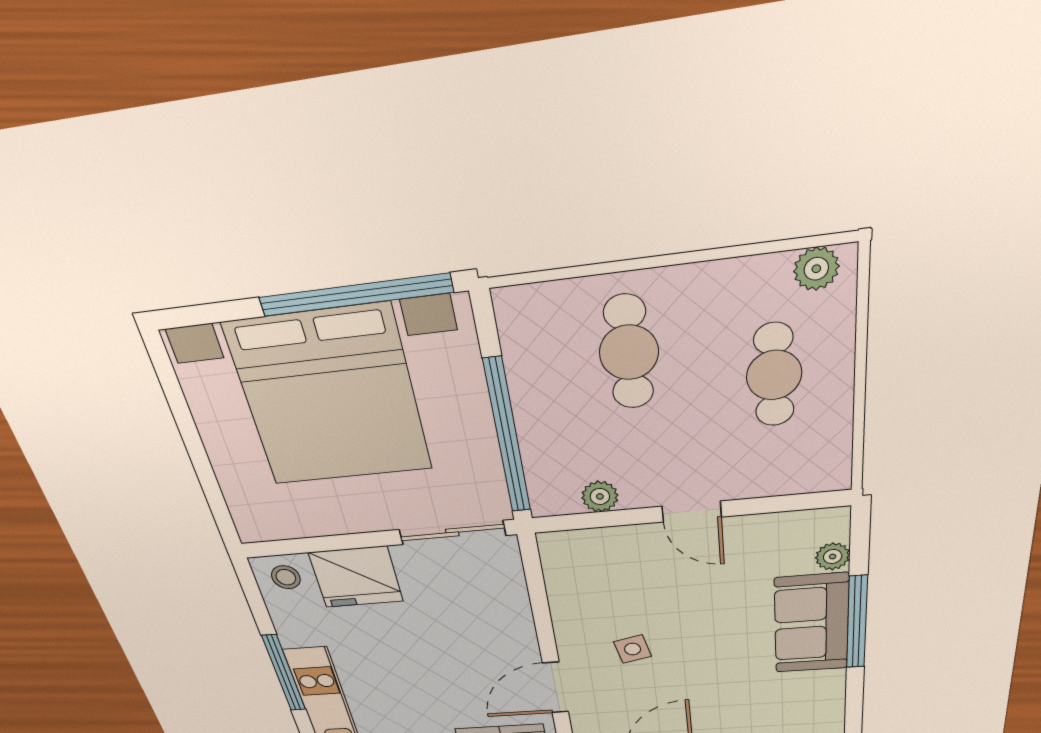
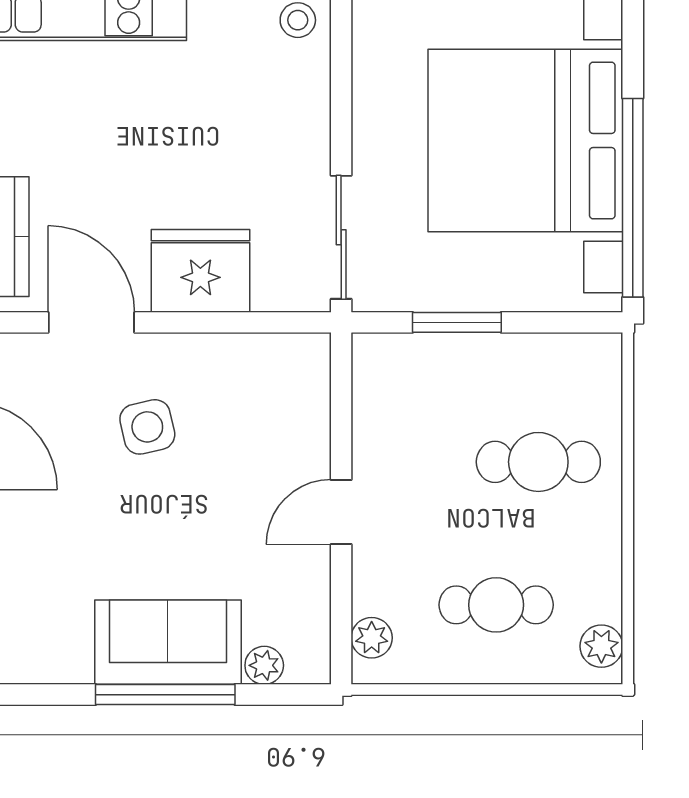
window: (507, 437) -> (457, 322), width x0.47
plant: (600, 496) -> (372, 638), moved
fridge: (356, 577) -> (200, 271), moved, turned 90
side table: (633, 649) -> (147, 427), width x1.37, depth x1.37

